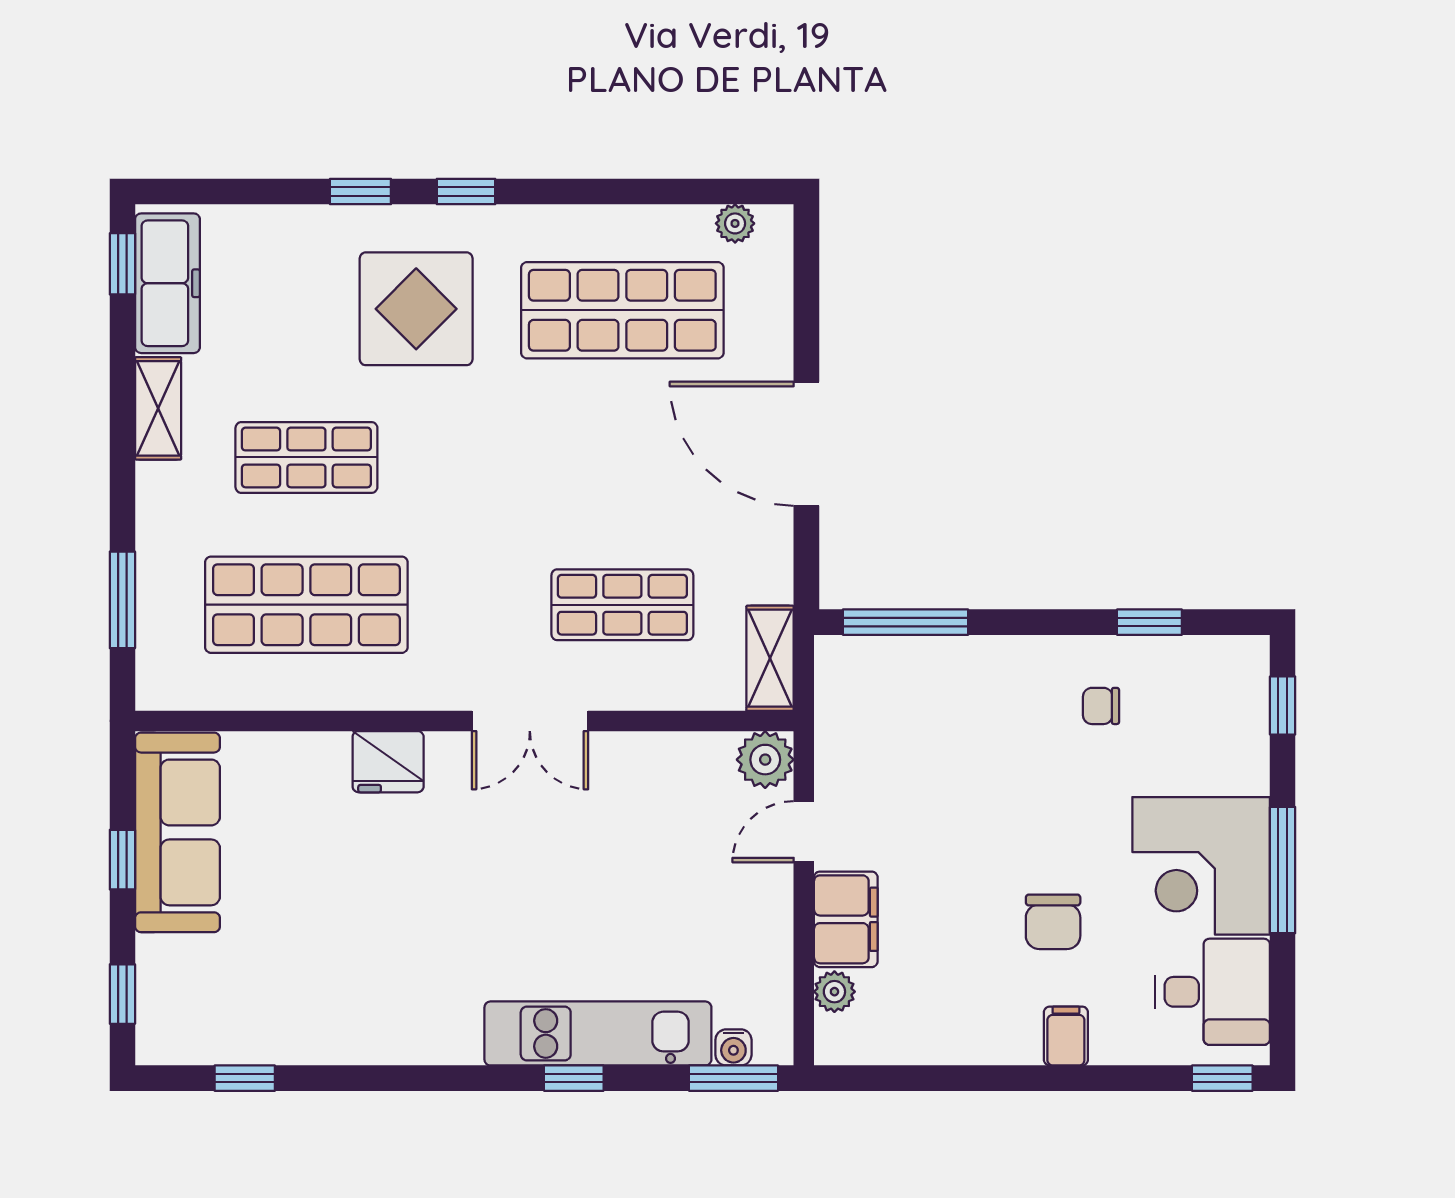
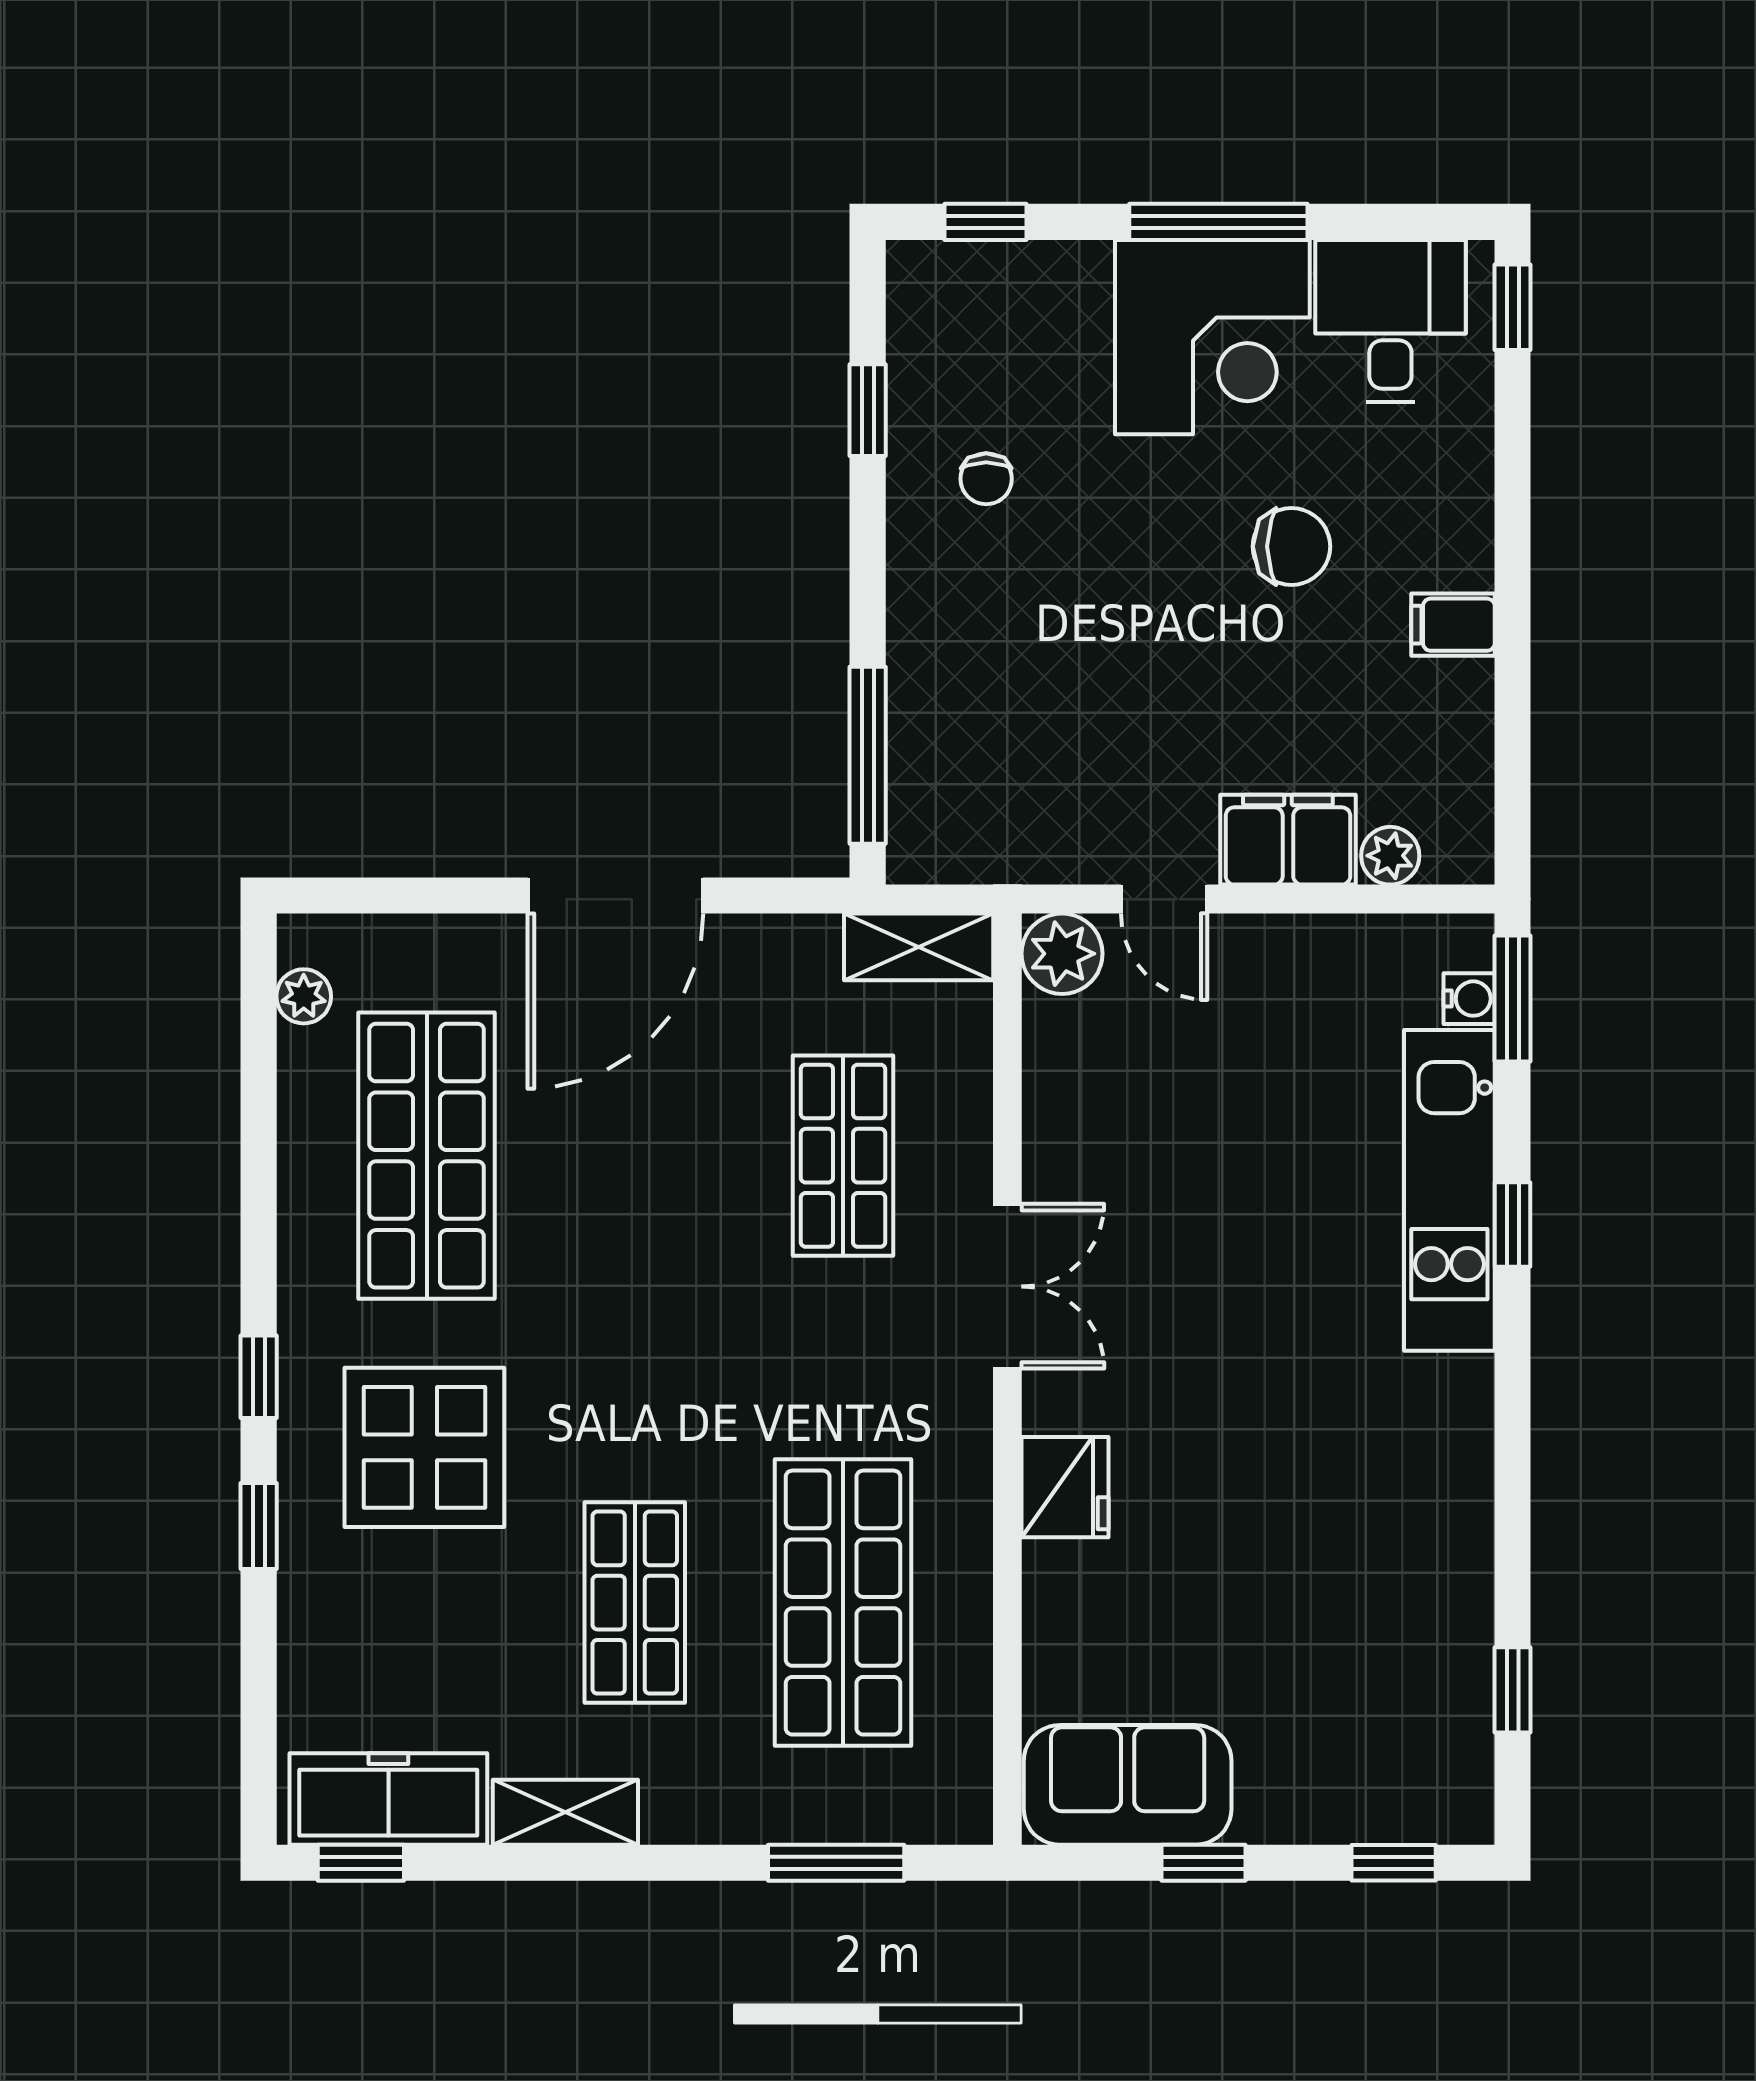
sofa: (178, 832) -> (1128, 1785), width x0.73
filing cabinet: (1066, 1036) -> (1453, 625), moved

